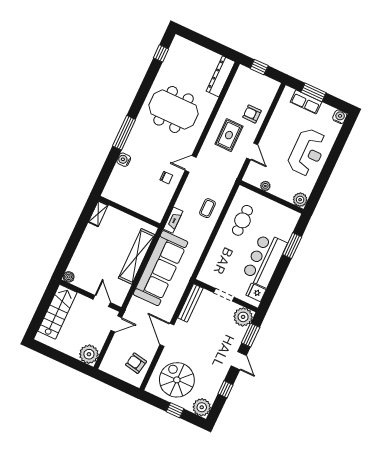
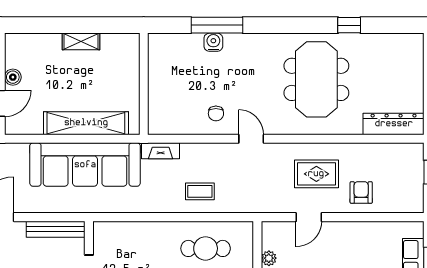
window: (161, 53) -> (349, 25), moved
window: (124, 133) -> (217, 25), moved
shelving: (98, 214) -> (81, 41), moved
boiler: (69, 277) -> (13, 77), moved

